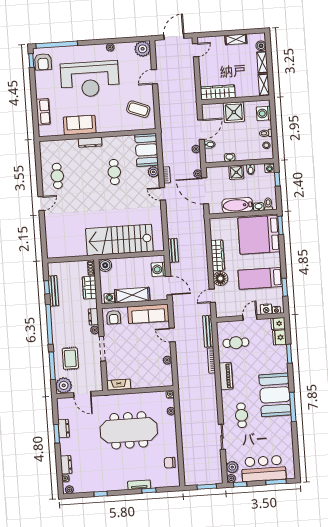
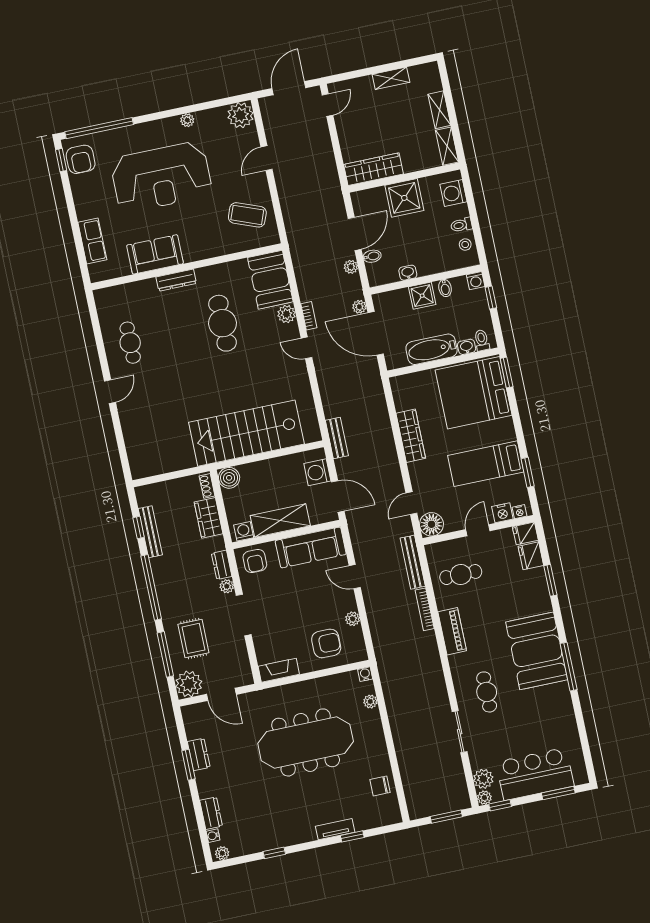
boiler: (261, 46) -> (434, 83), removed
cafe table: (114, 172) -> (223, 323), width x1.37, depth x1.35
floor lamp: (220, 278) -> (432, 524), moved
armchair: (149, 373) -> (326, 643), added

